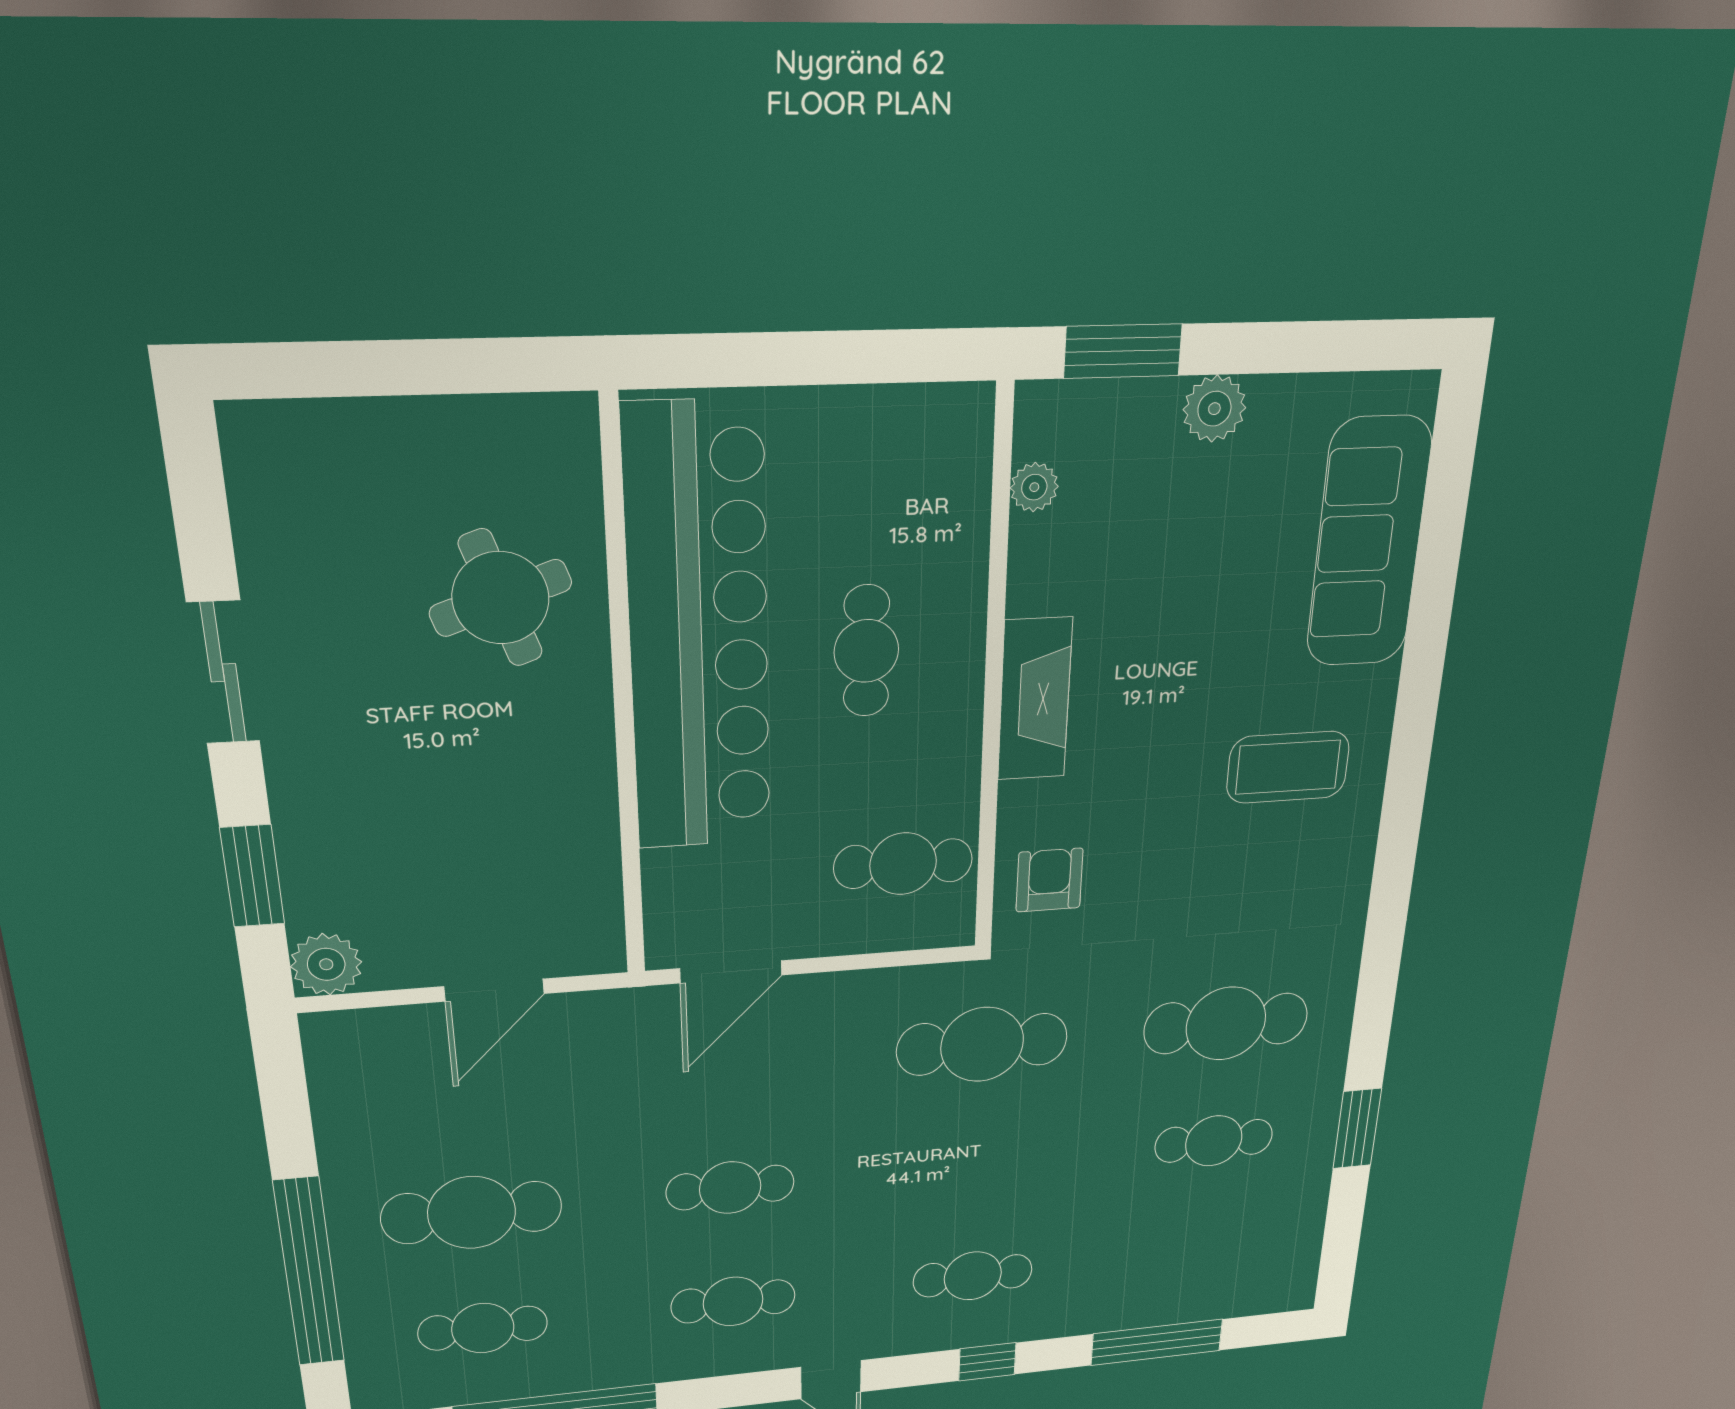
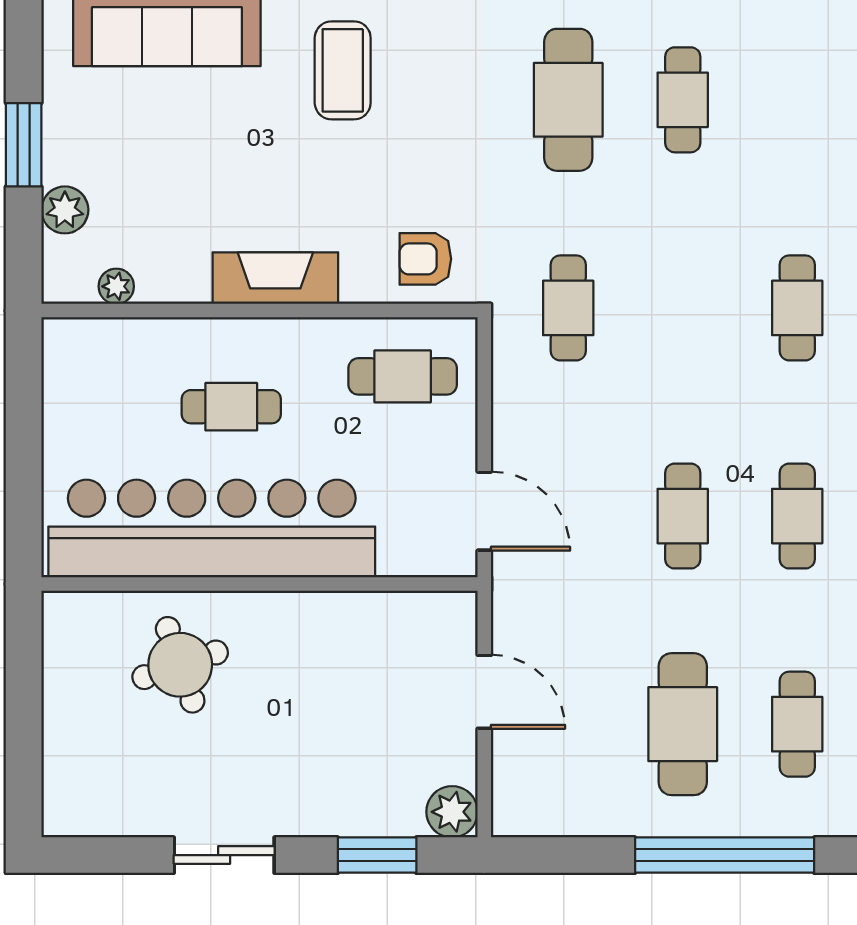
window: (1123, 351) -> (24, 145), moved
plant: (1214, 409) -> (65, 210), moved
cafe table: (903, 864) -> (403, 376), turned 90
cafe table: (982, 1044) -> (568, 308), width x0.73, depth x0.74

